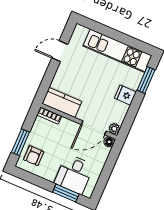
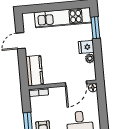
kitchen counter: (62, 102) -> (34, 71), moved, turned 90
plant: (114, 129) -> (90, 58), moved

